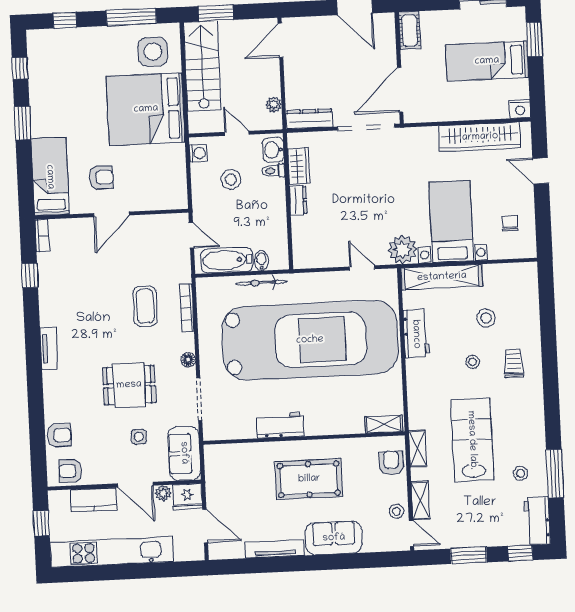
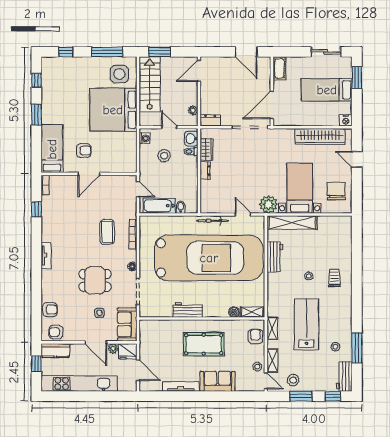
dresser: (309, 119) -> (210, 120), width x0.70
chair: (510, 223) -> (336, 191), width x1.87, depth x1.87
bicycle: (261, 283) -> (213, 221), moved
stool: (486, 318) -> (293, 380), moved
boiler: (355, 425) -> (234, 312), added
kitchen counter: (94, 500) -> (55, 351), moved

